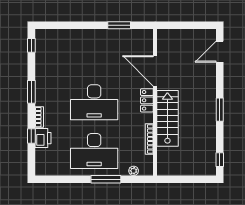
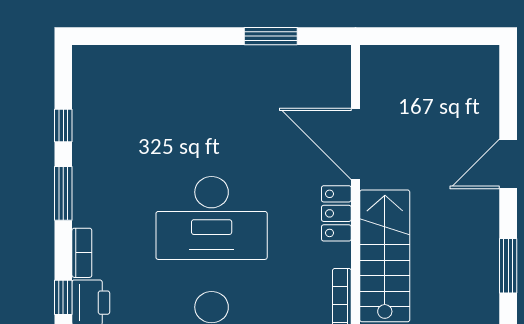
window: (31, 45) -> (63, 125), moved
door: (220, 52) -> (508, 164), moved
window: (220, 110) -> (508, 266), moved

